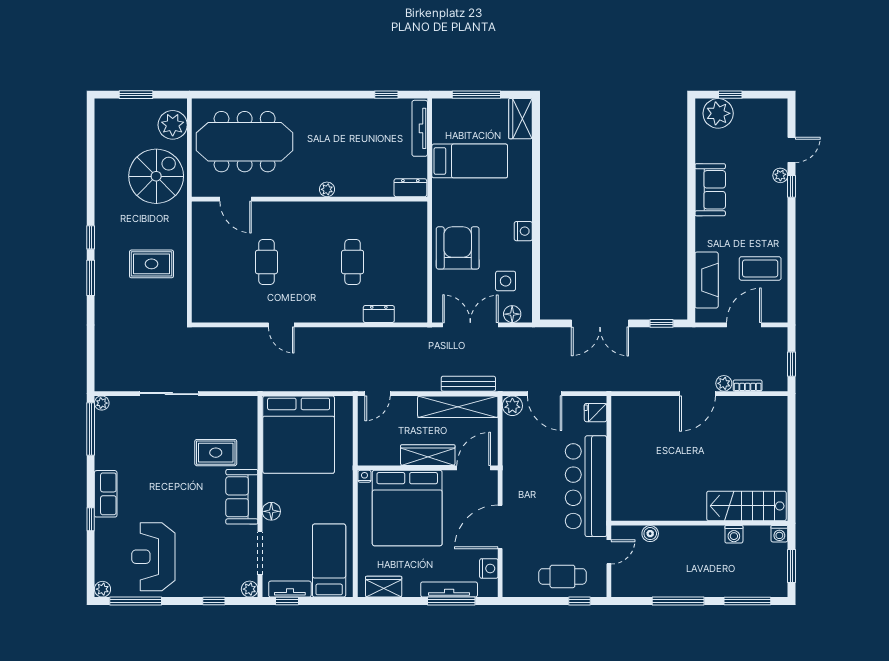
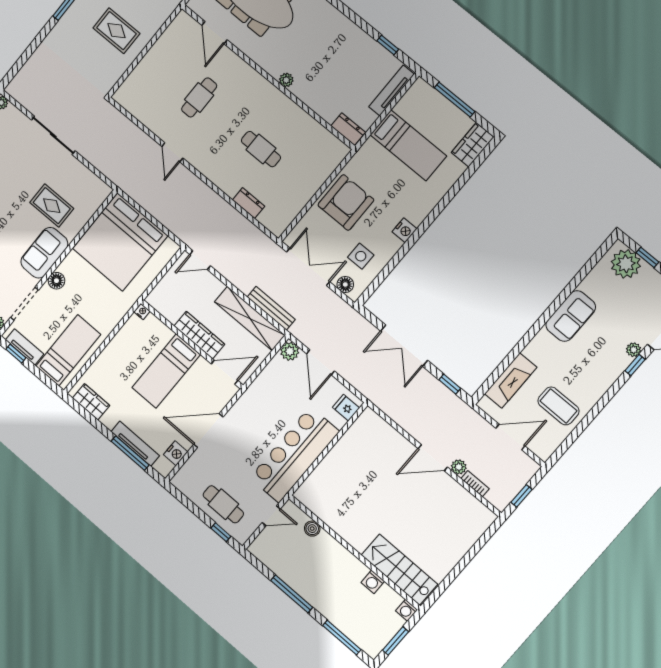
cafe table: (353, 262) -> (261, 149), turned 90
bed: (407, 508) -> (166, 371), width x0.49

